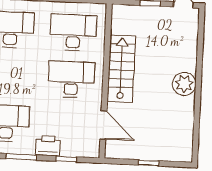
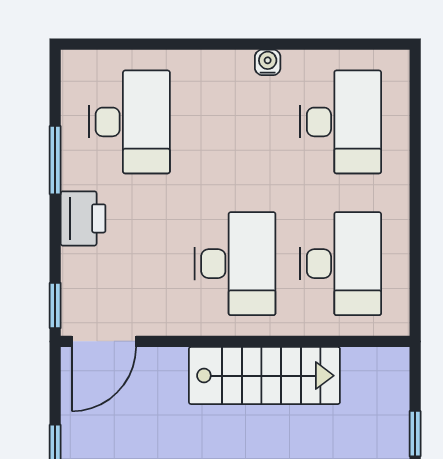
door: (103, 125) -> (104, 341), moved
window: (66, 159) -> (55, 305), moved

